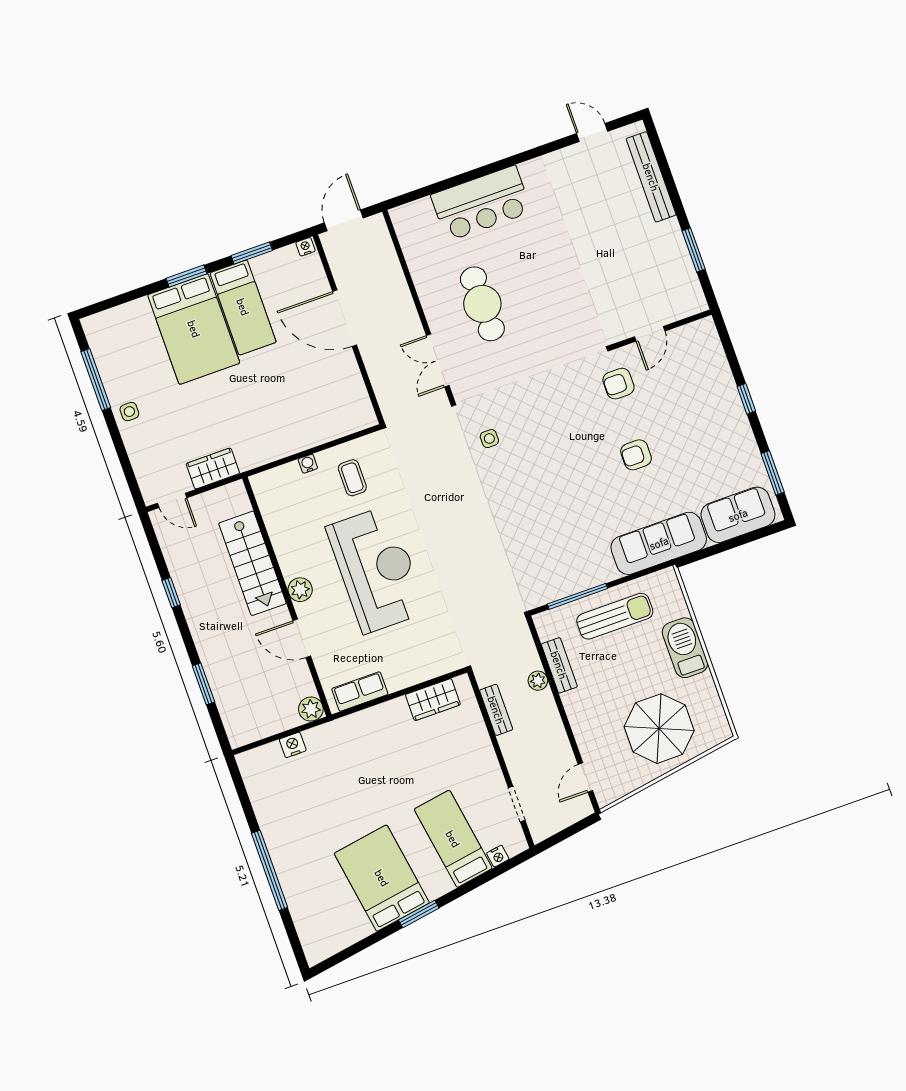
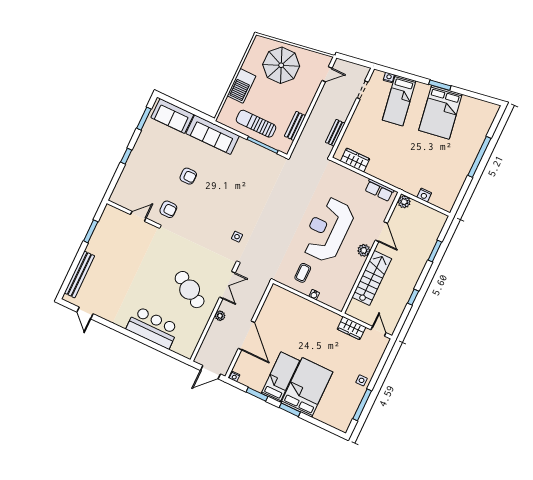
cafe table: (482, 304) -> (190, 290), turned -58
plant: (538, 681) -> (220, 316), moved

